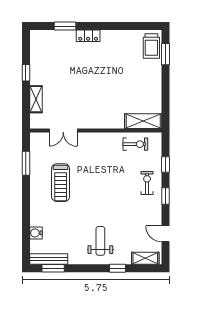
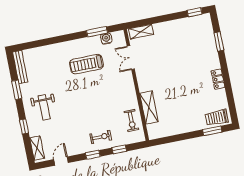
locker: (88, 36) -> (218, 79), moved
window: (26, 73) -> (195, 12), moved
shelving: (36, 99) -> (141, 32), moved
shelving: (143, 121) -> (149, 108), moved
water cooler: (36, 233) -> (106, 39), moved
weight bench: (100, 241) -> (44, 107), turned 90
window: (53, 268) -> (17, 90), moved

